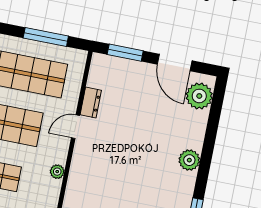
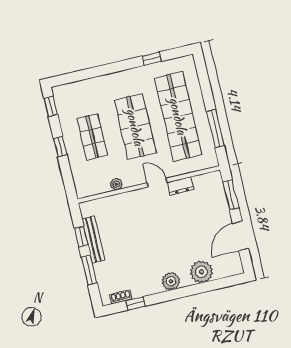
plant: (199, 96) -> (201, 272), moved

